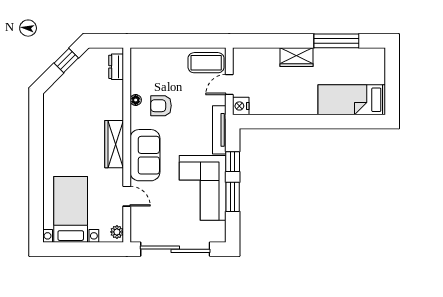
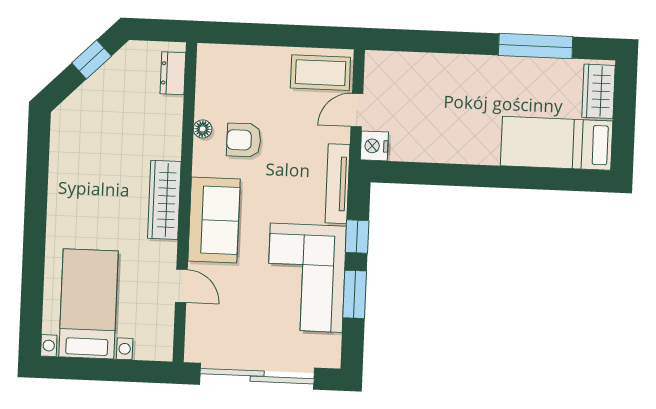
wardrobe: (297, 57) -> (599, 91), moved, turned 90
plant: (117, 232) -> (163, 344), removed

